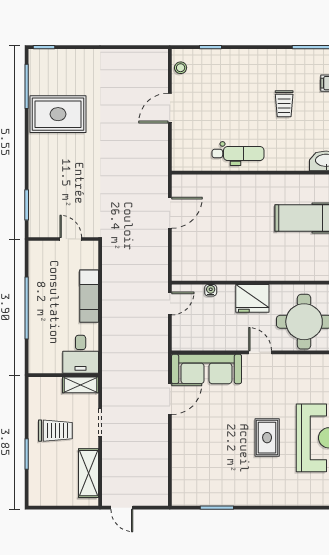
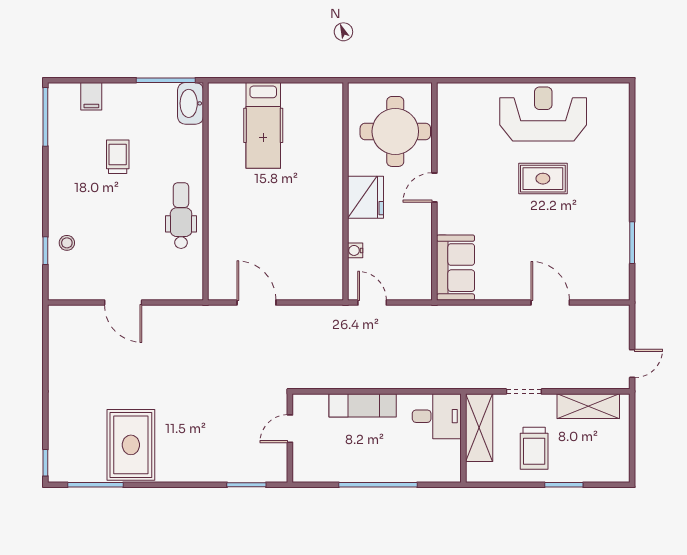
stool: (181, 68) -> (67, 243), moved
trolley: (284, 104) -> (118, 157), turned -90
sofa: (206, 369) -> (456, 268), width x0.73
shelving: (80, 385) -> (479, 428), width x1.50, depth x1.33
door: (170, 399) -> (550, 303), moved
trolley: (55, 431) -> (534, 448), turned 180

